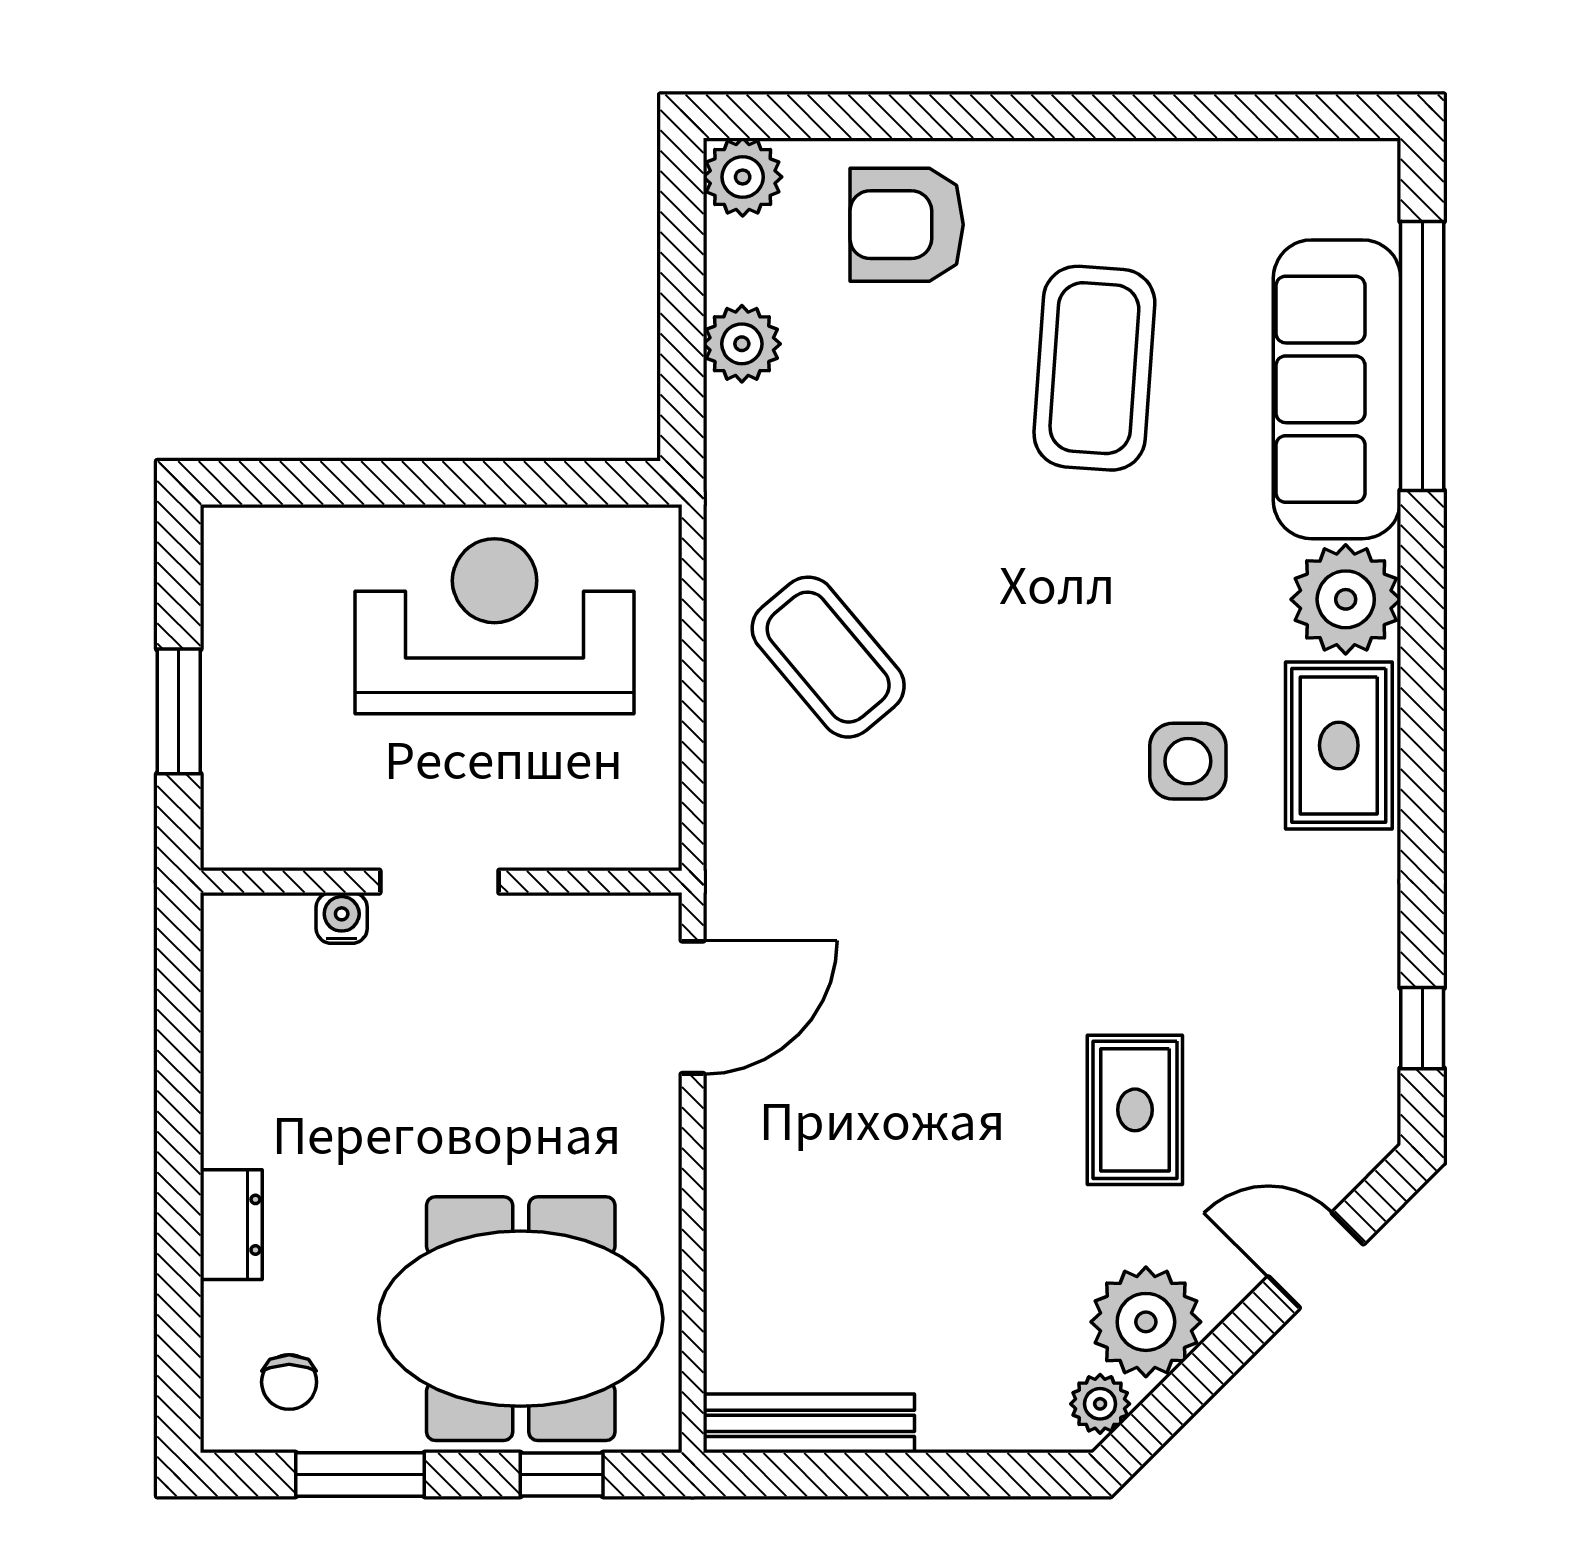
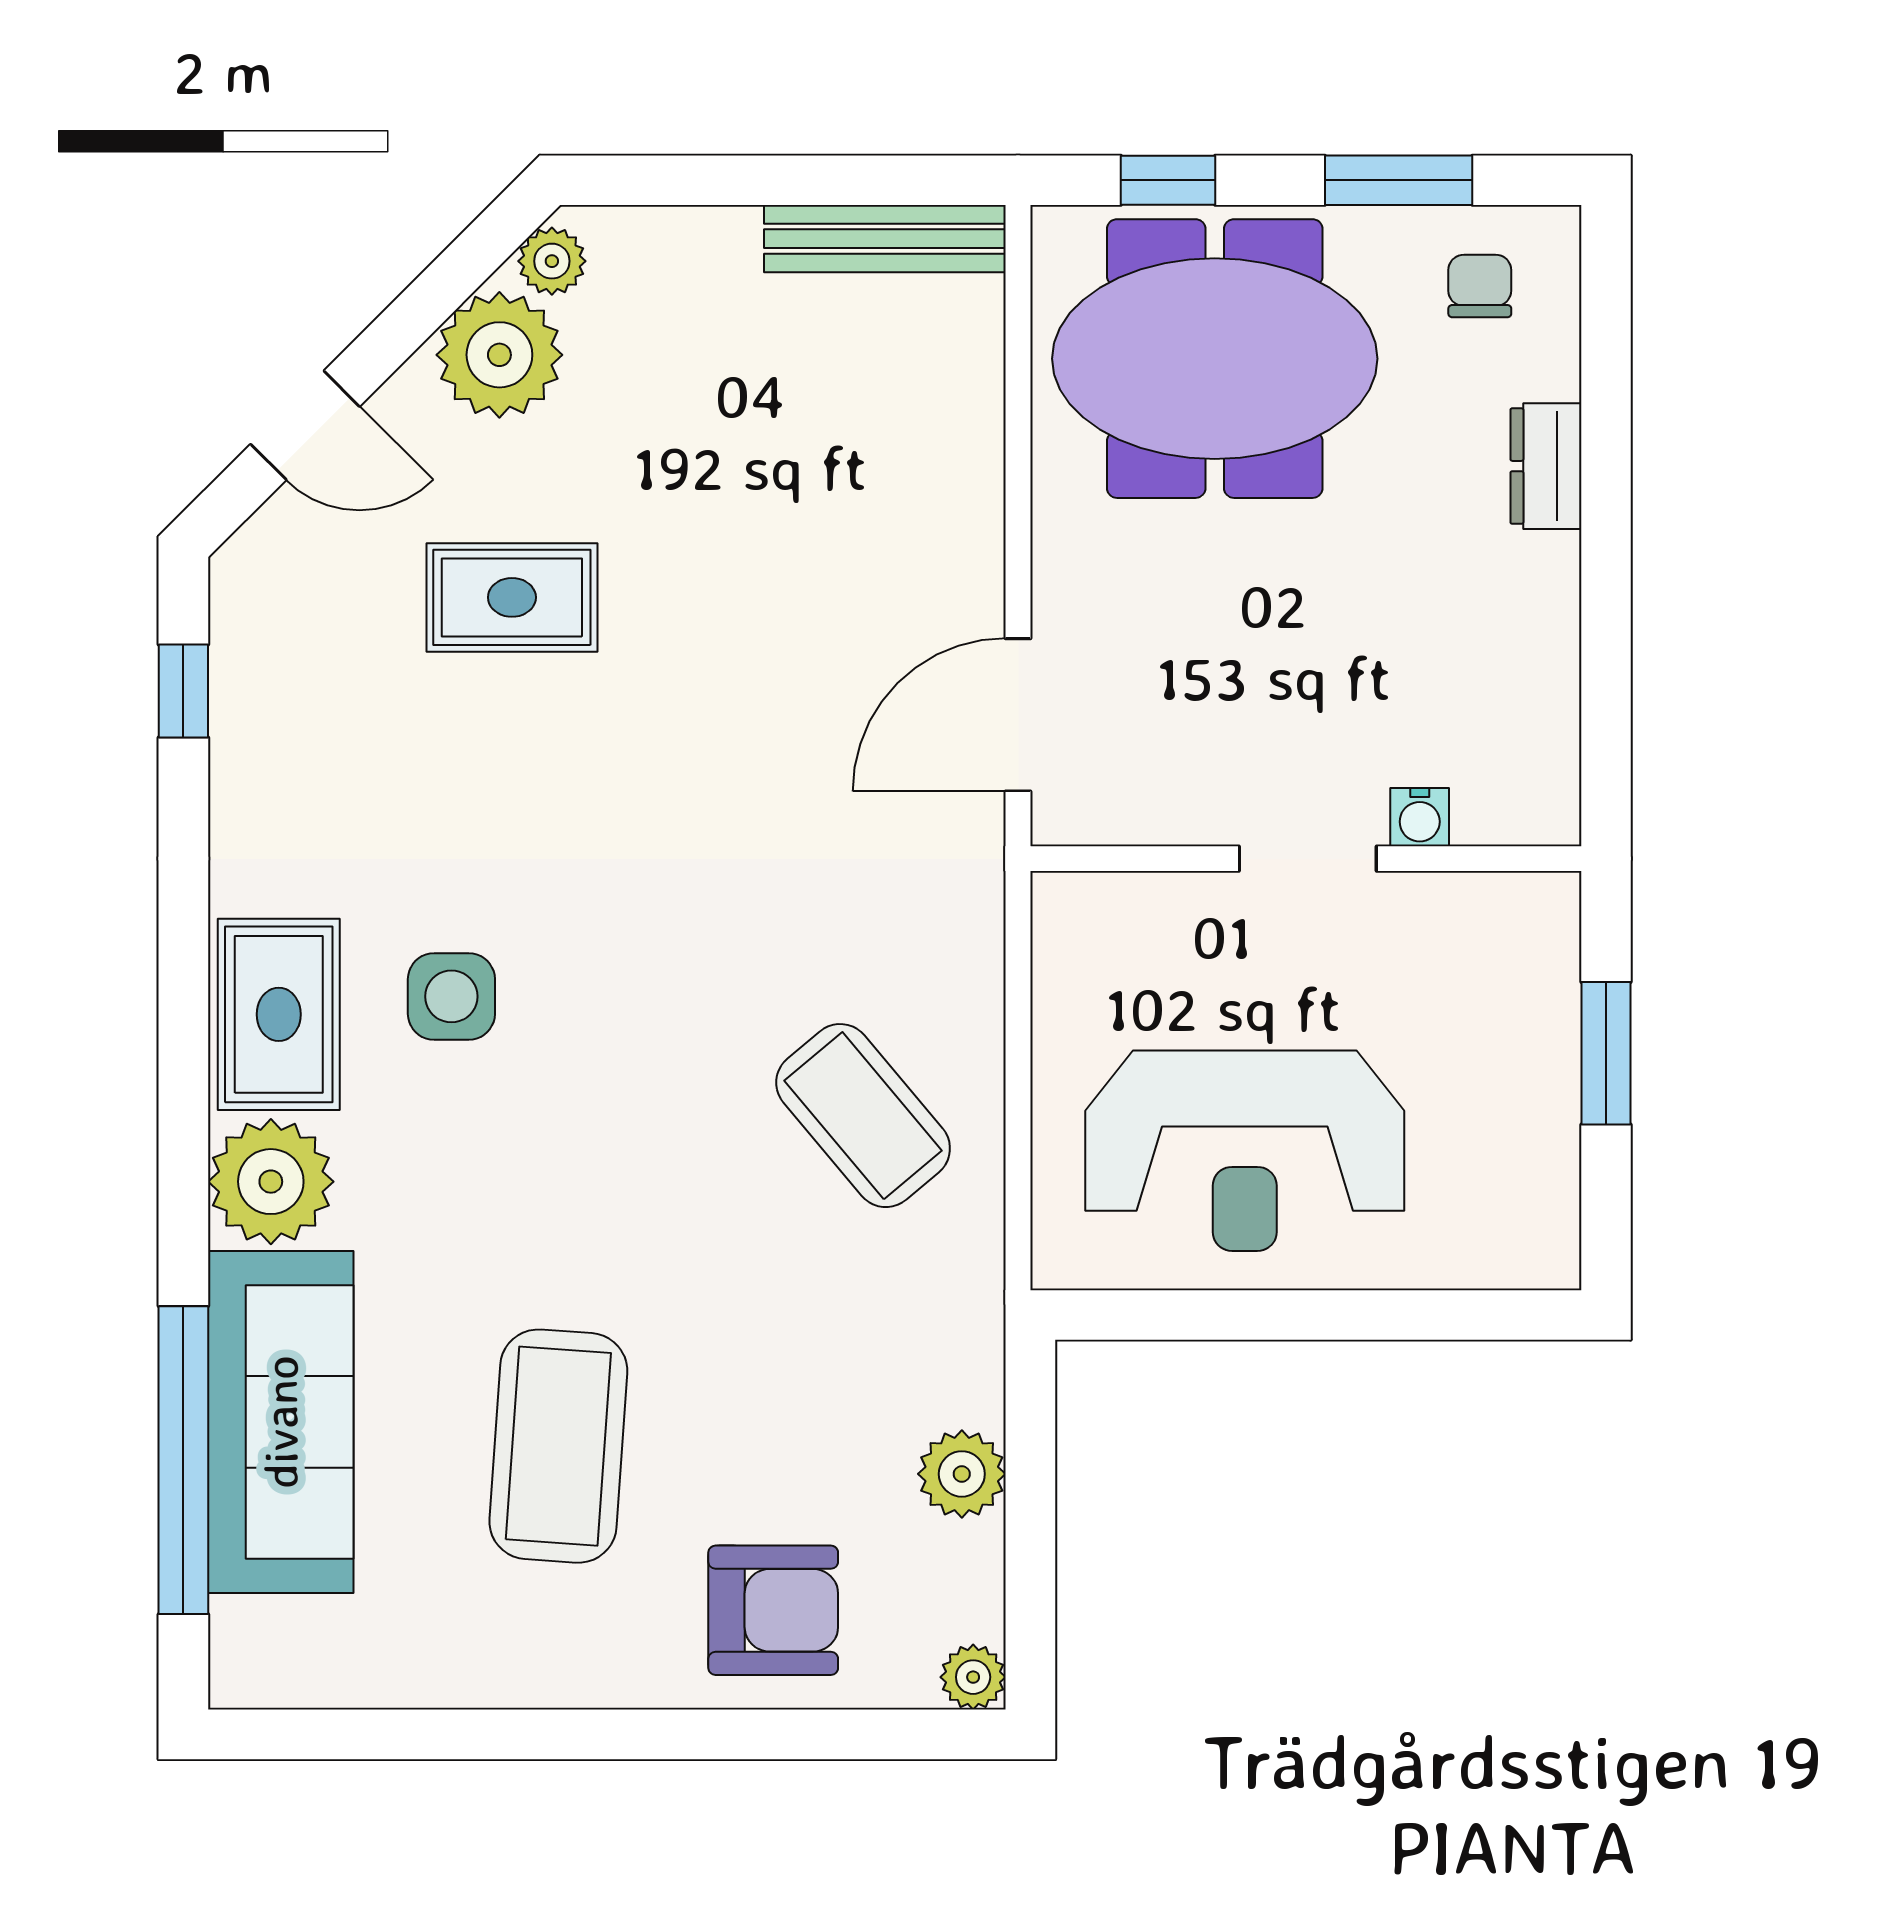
plant: (743, 177) -> (973, 1677), width x0.73, depth x0.73
rug: (1135, 1110) -> (512, 597), turned 90

